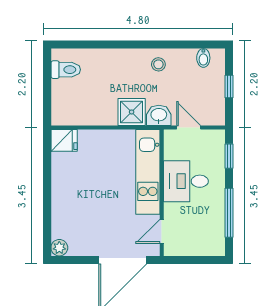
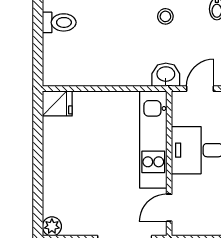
shower: (132, 112) -> (135, 71), removed
door: (189, 128) -> (200, 89), hinge flipped

